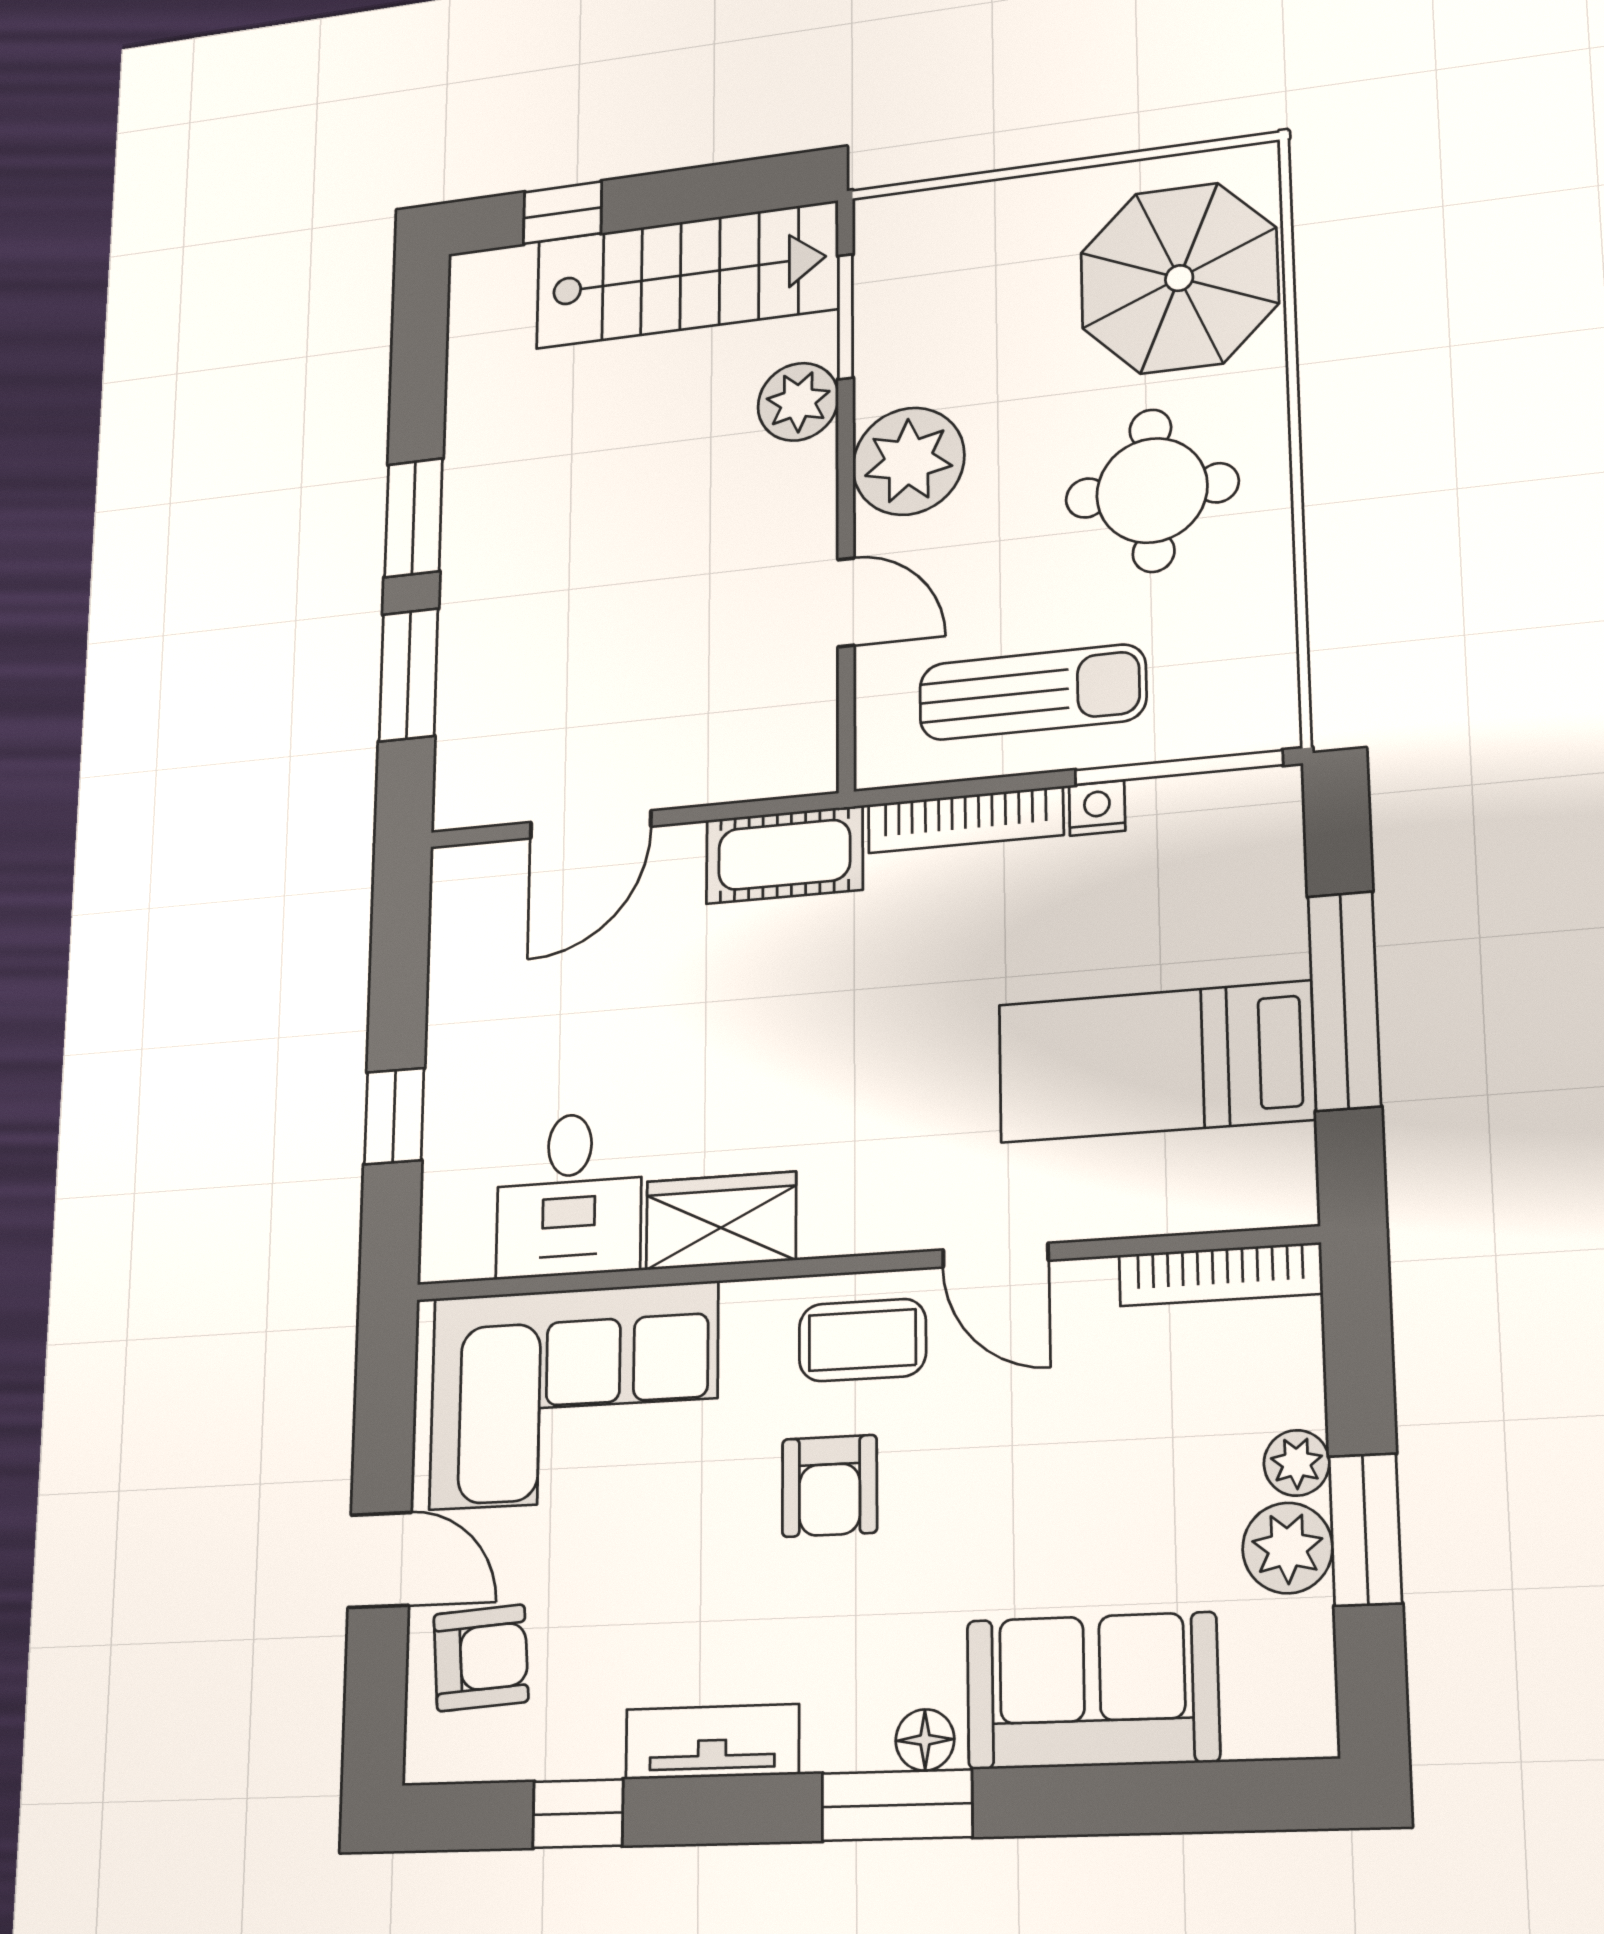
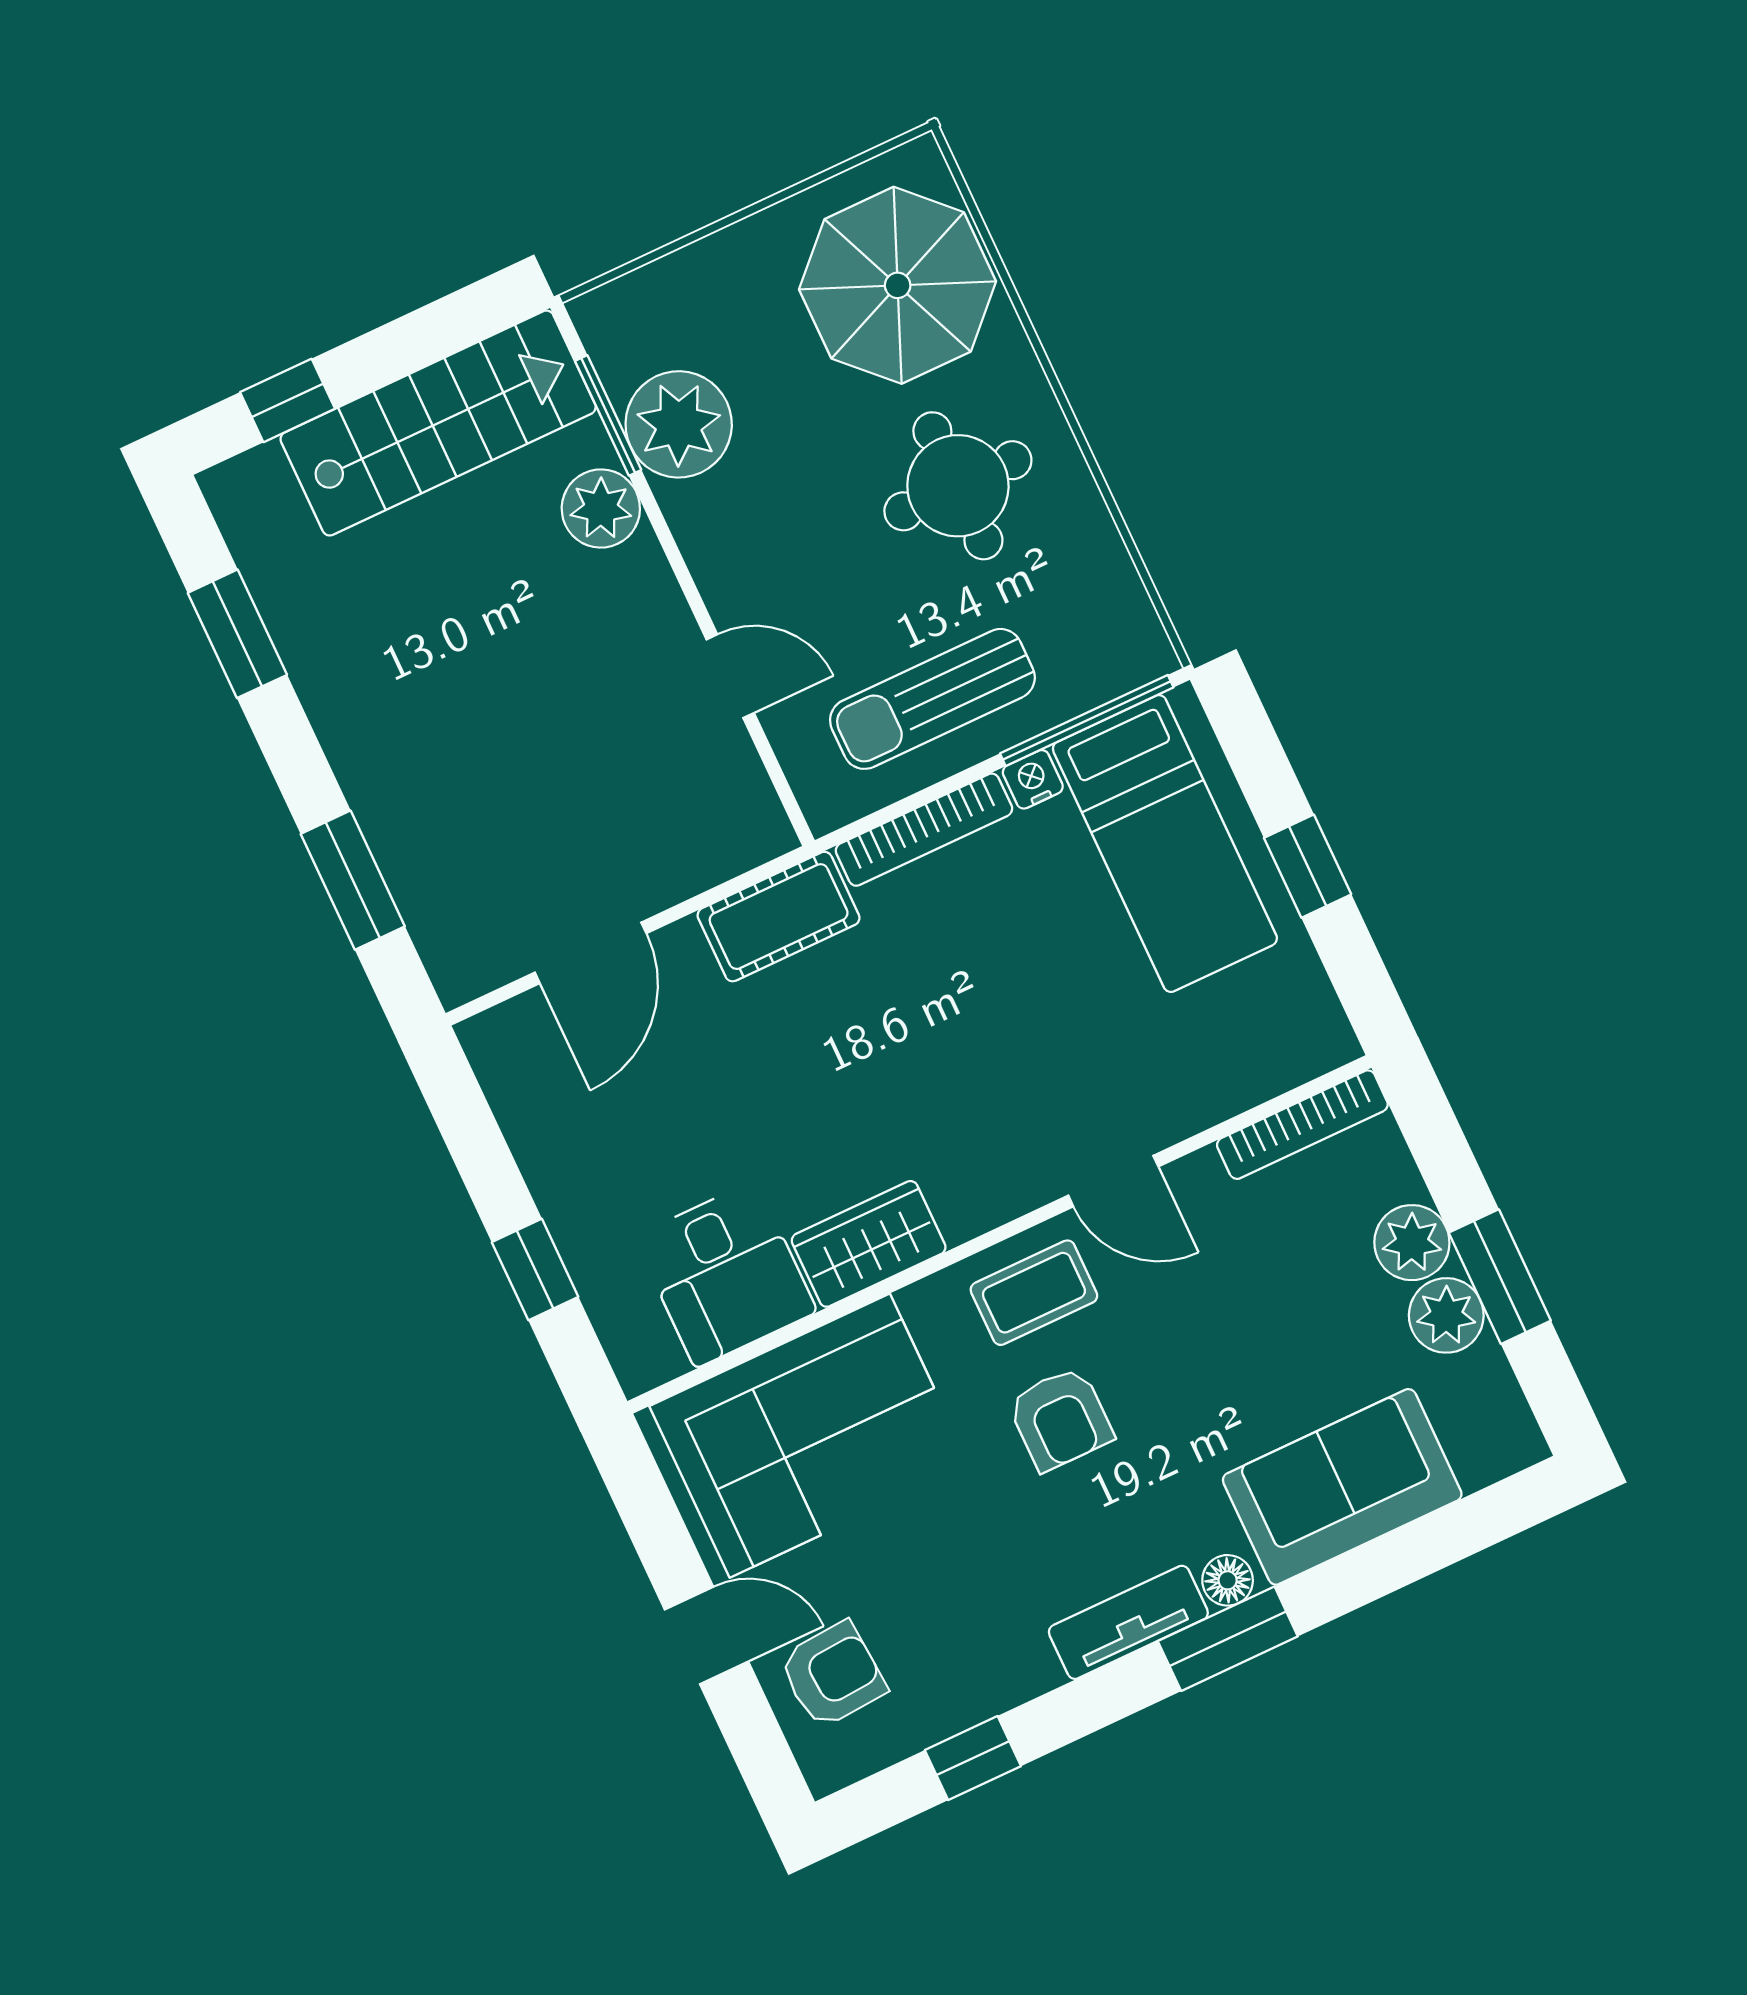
plant: (908, 461) -> (679, 424), moved
window: (414, 518) -> (237, 634), moved
sun lounger: (1032, 692) -> (932, 699), turned 180
window: (1344, 1001) -> (1308, 866), width x0.46
bed: (1155, 1062) -> (1165, 844), moved, turned -90
plant: (1297, 1463) -> (1412, 1243), width x1.38, depth x1.38
tv unit: (712, 1742) -> (1128, 1622), moved

